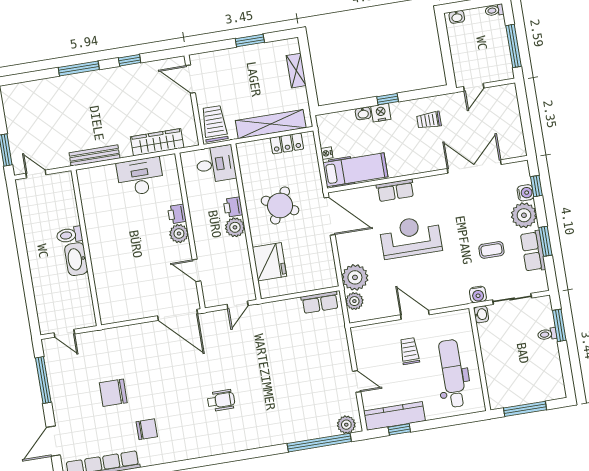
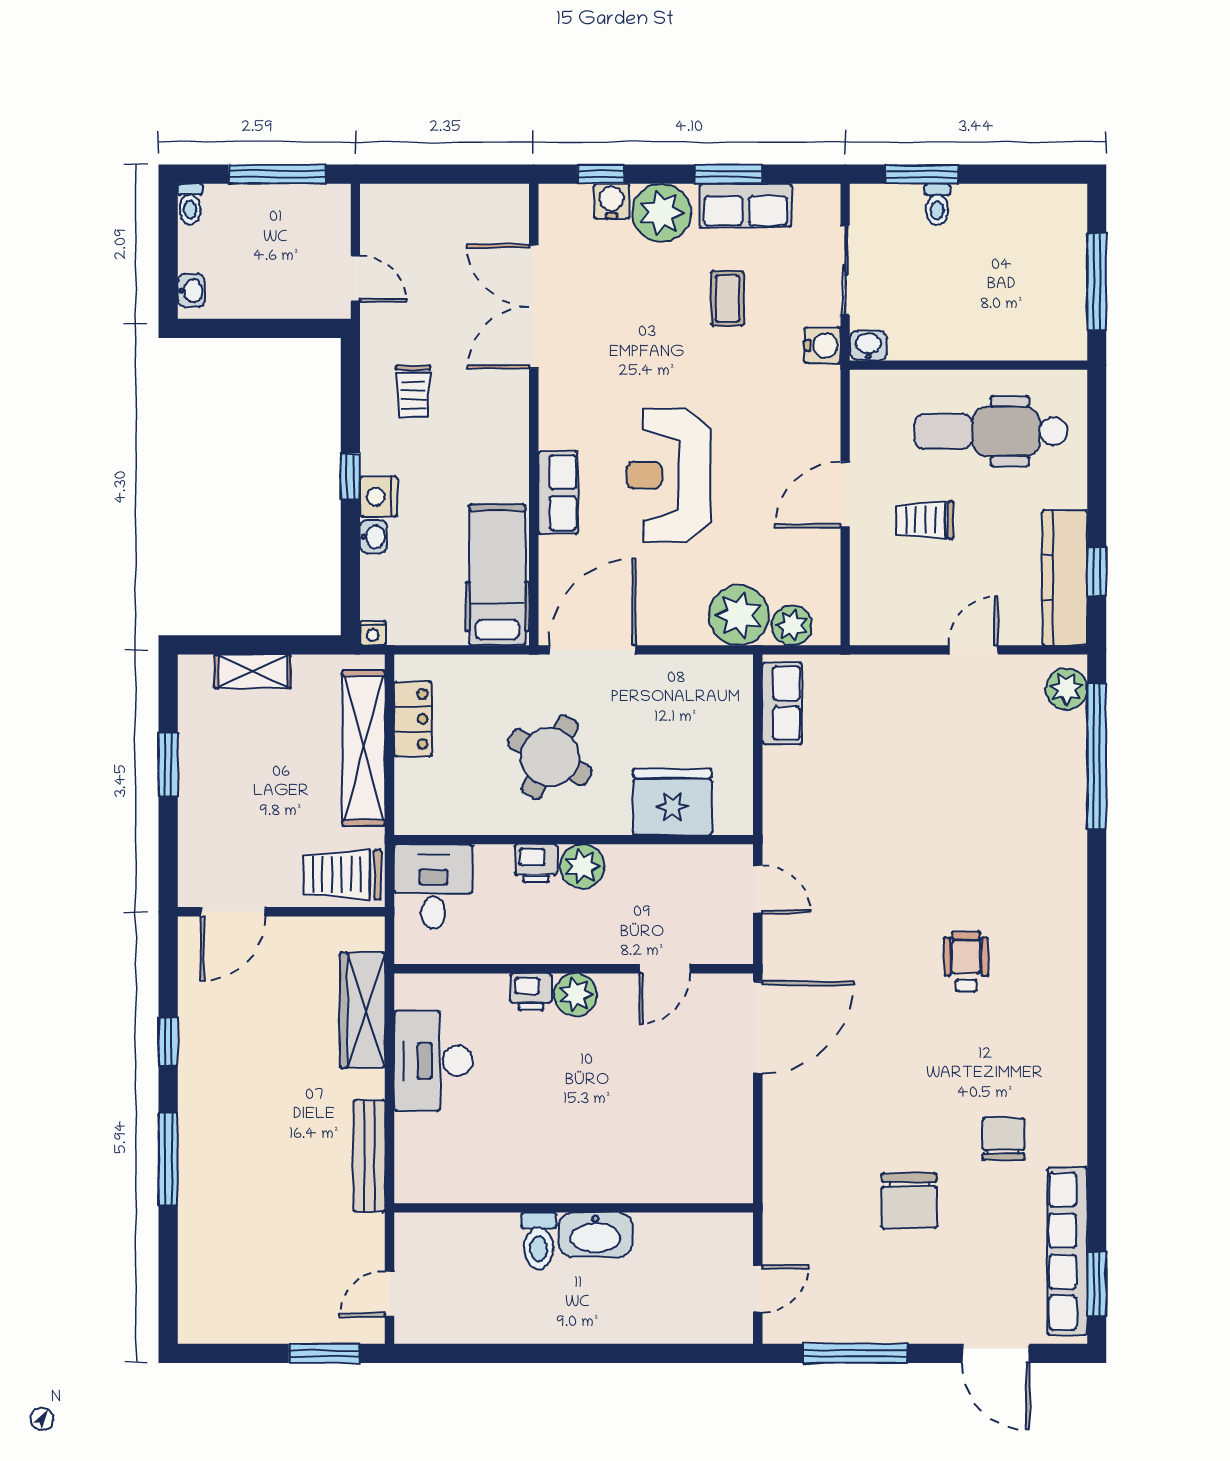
nightstand: (327, 153) -> (373, 633), moved

